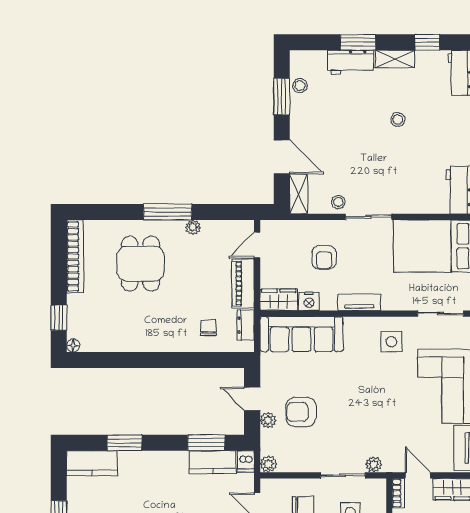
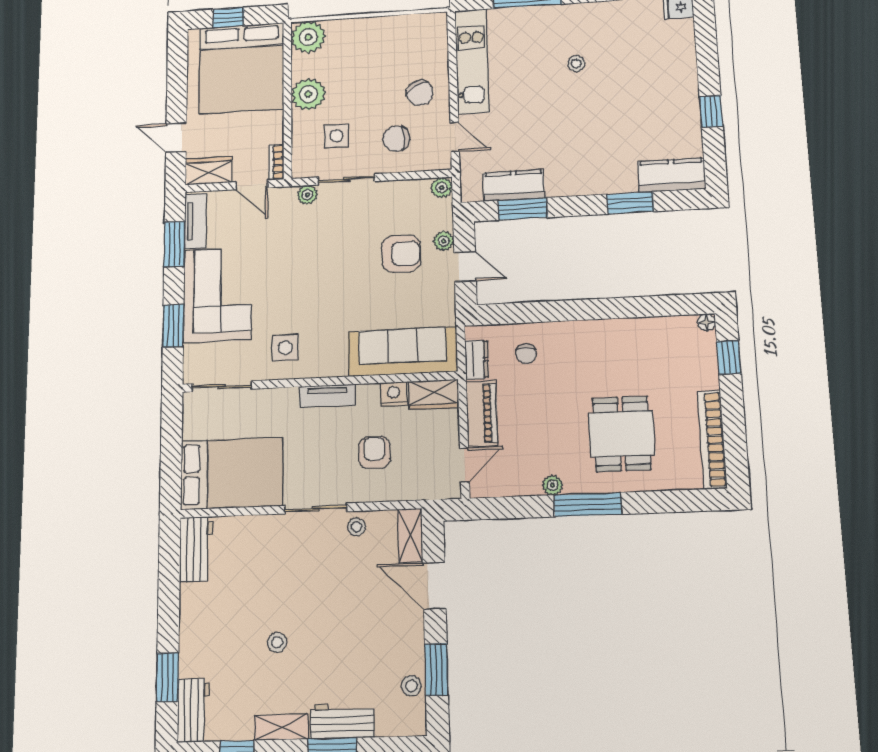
dishwasher: (246, 461) -> (471, 189), removed

